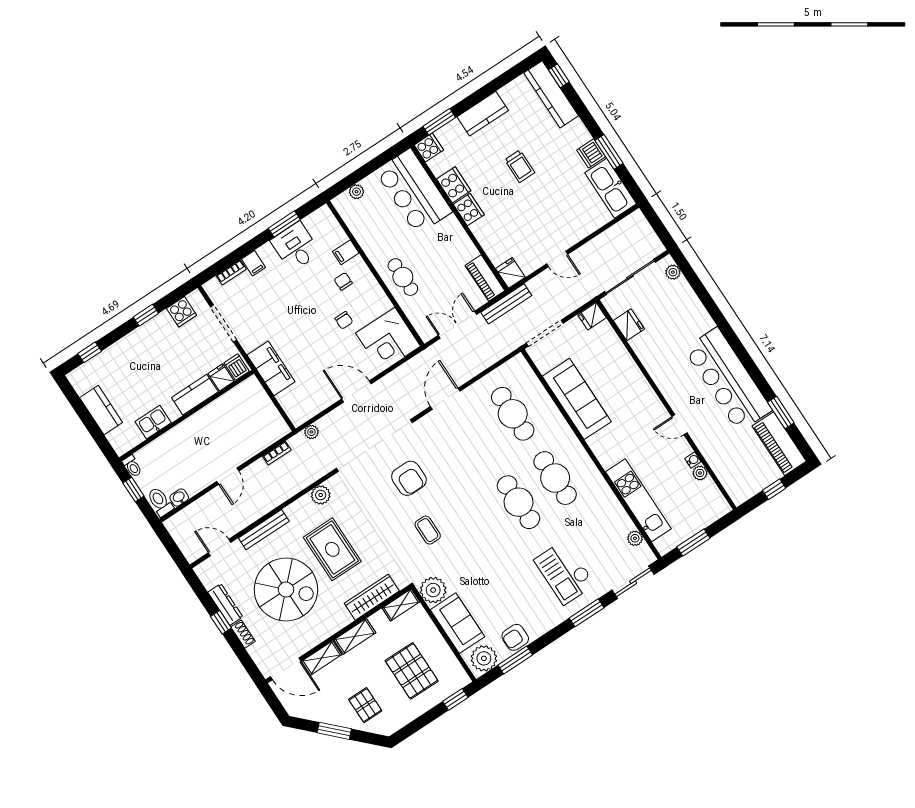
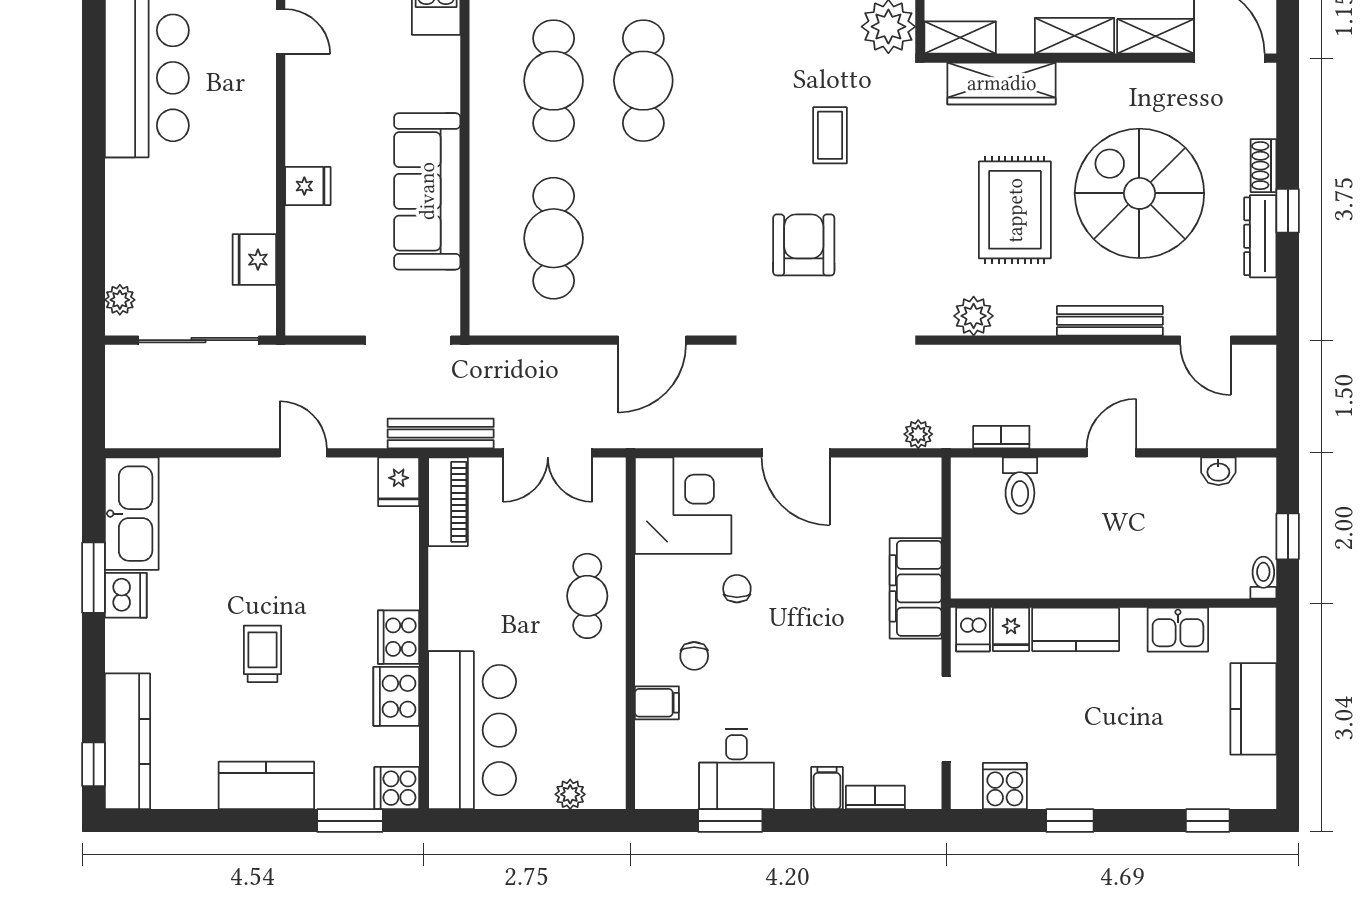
fridge: (592, 316) -> (308, 186), moved
toilet: (160, 502) -> (1020, 486), moved

